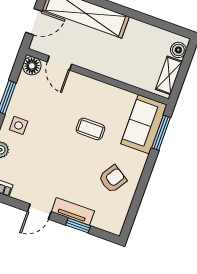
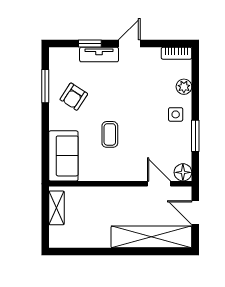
door: (34, 22) -> (195, 213), hinge flipped
boiler: (178, 50) -> (56, 234), removed
coffee table: (90, 129) -> (110, 134), turned 90
window: (161, 133) -> (45, 86), moved

